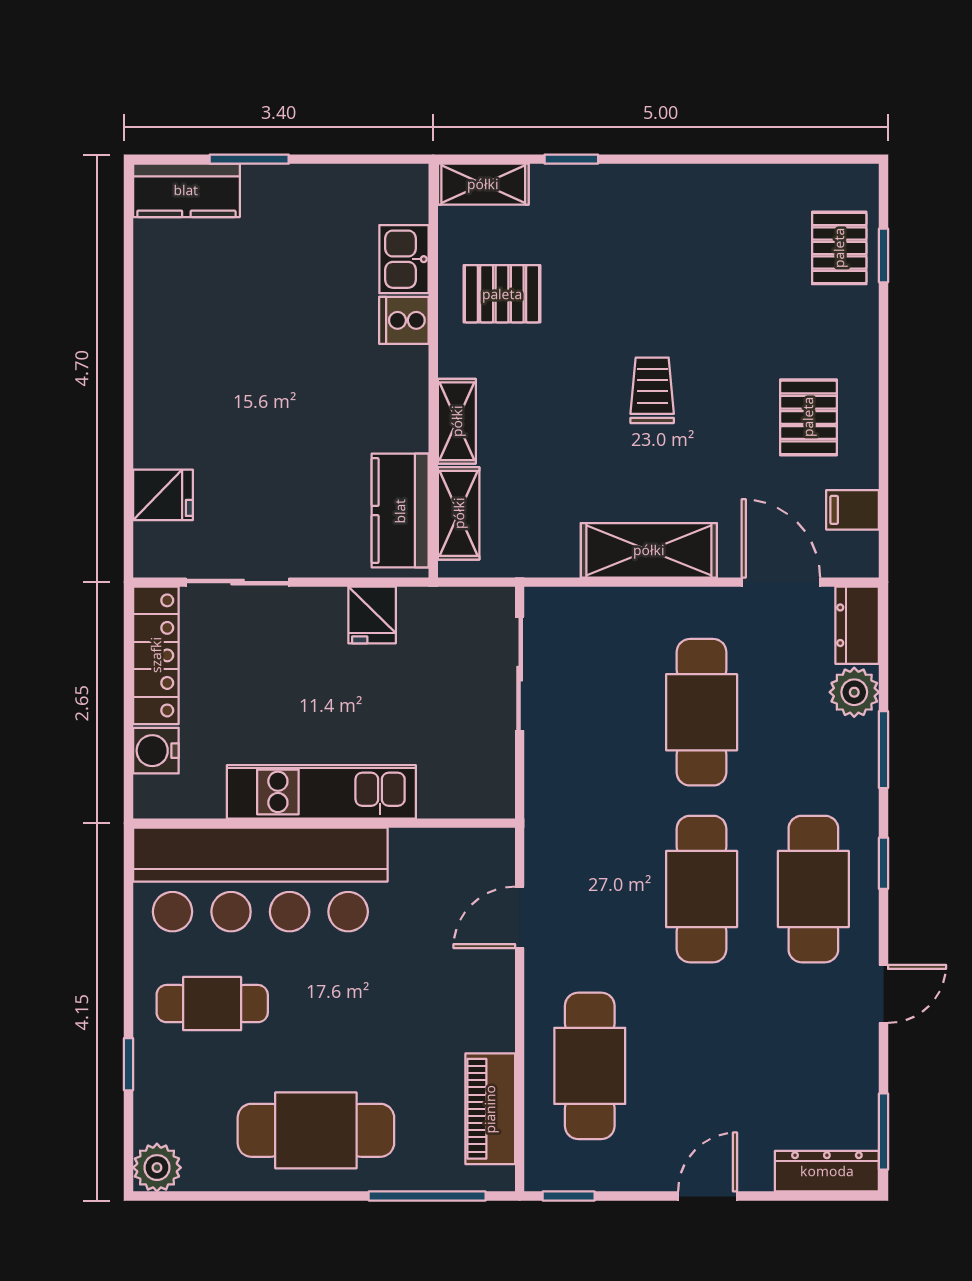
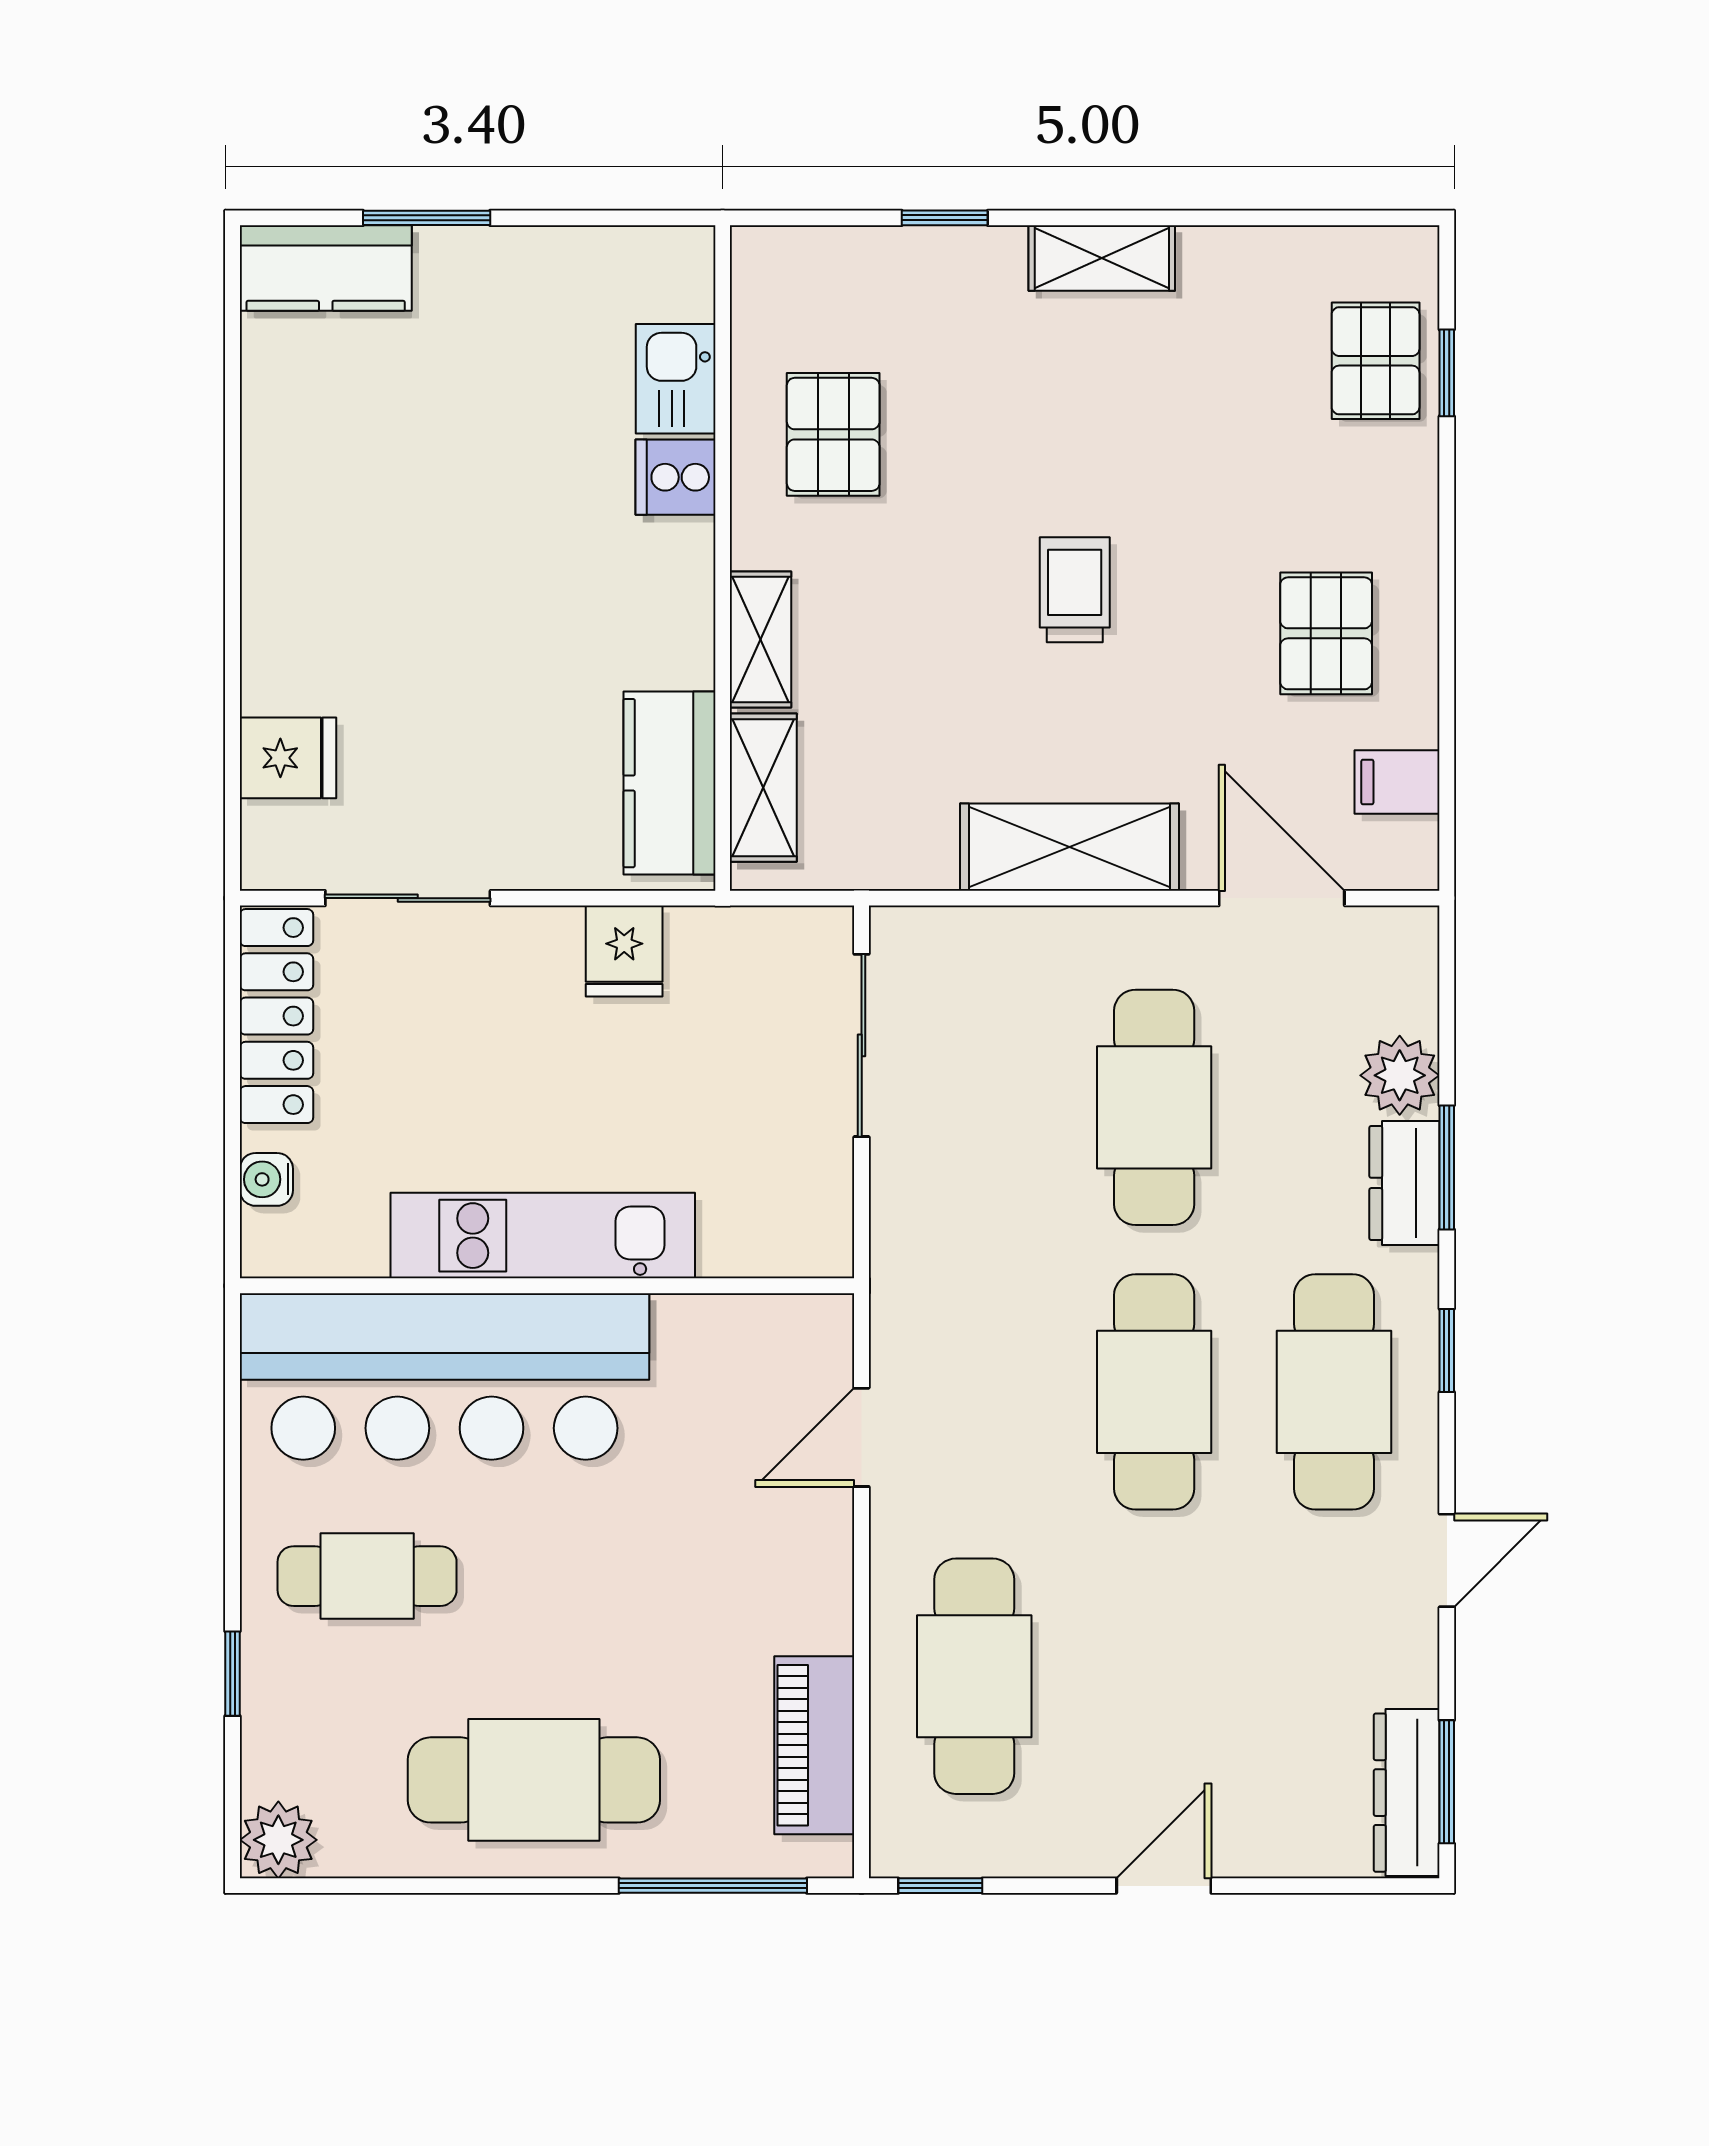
shelving: (483, 184) -> (1102, 258), moved
pallet: (502, 294) -> (833, 434), turned 90
dresser: (857, 625) -> (1404, 1183), moved
water cooler: (156, 751) -> (266, 1179), width x0.72, depth x0.72
dresser: (827, 1171) -> (1407, 1793), moved, turned -90

